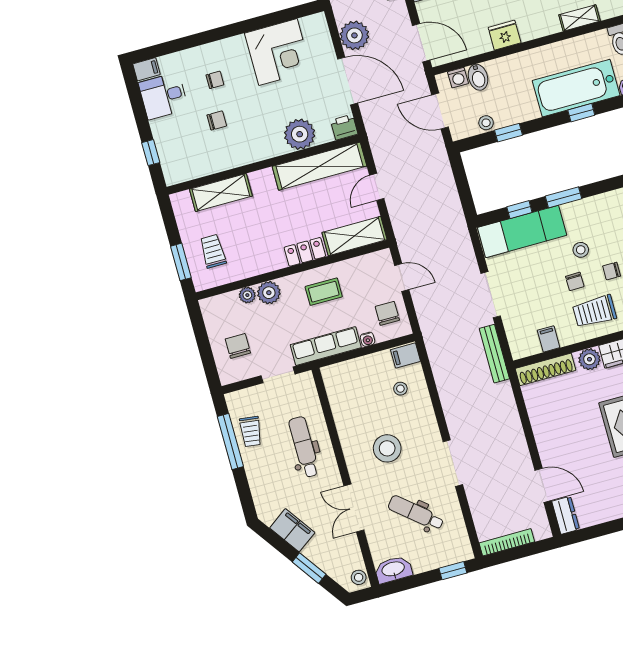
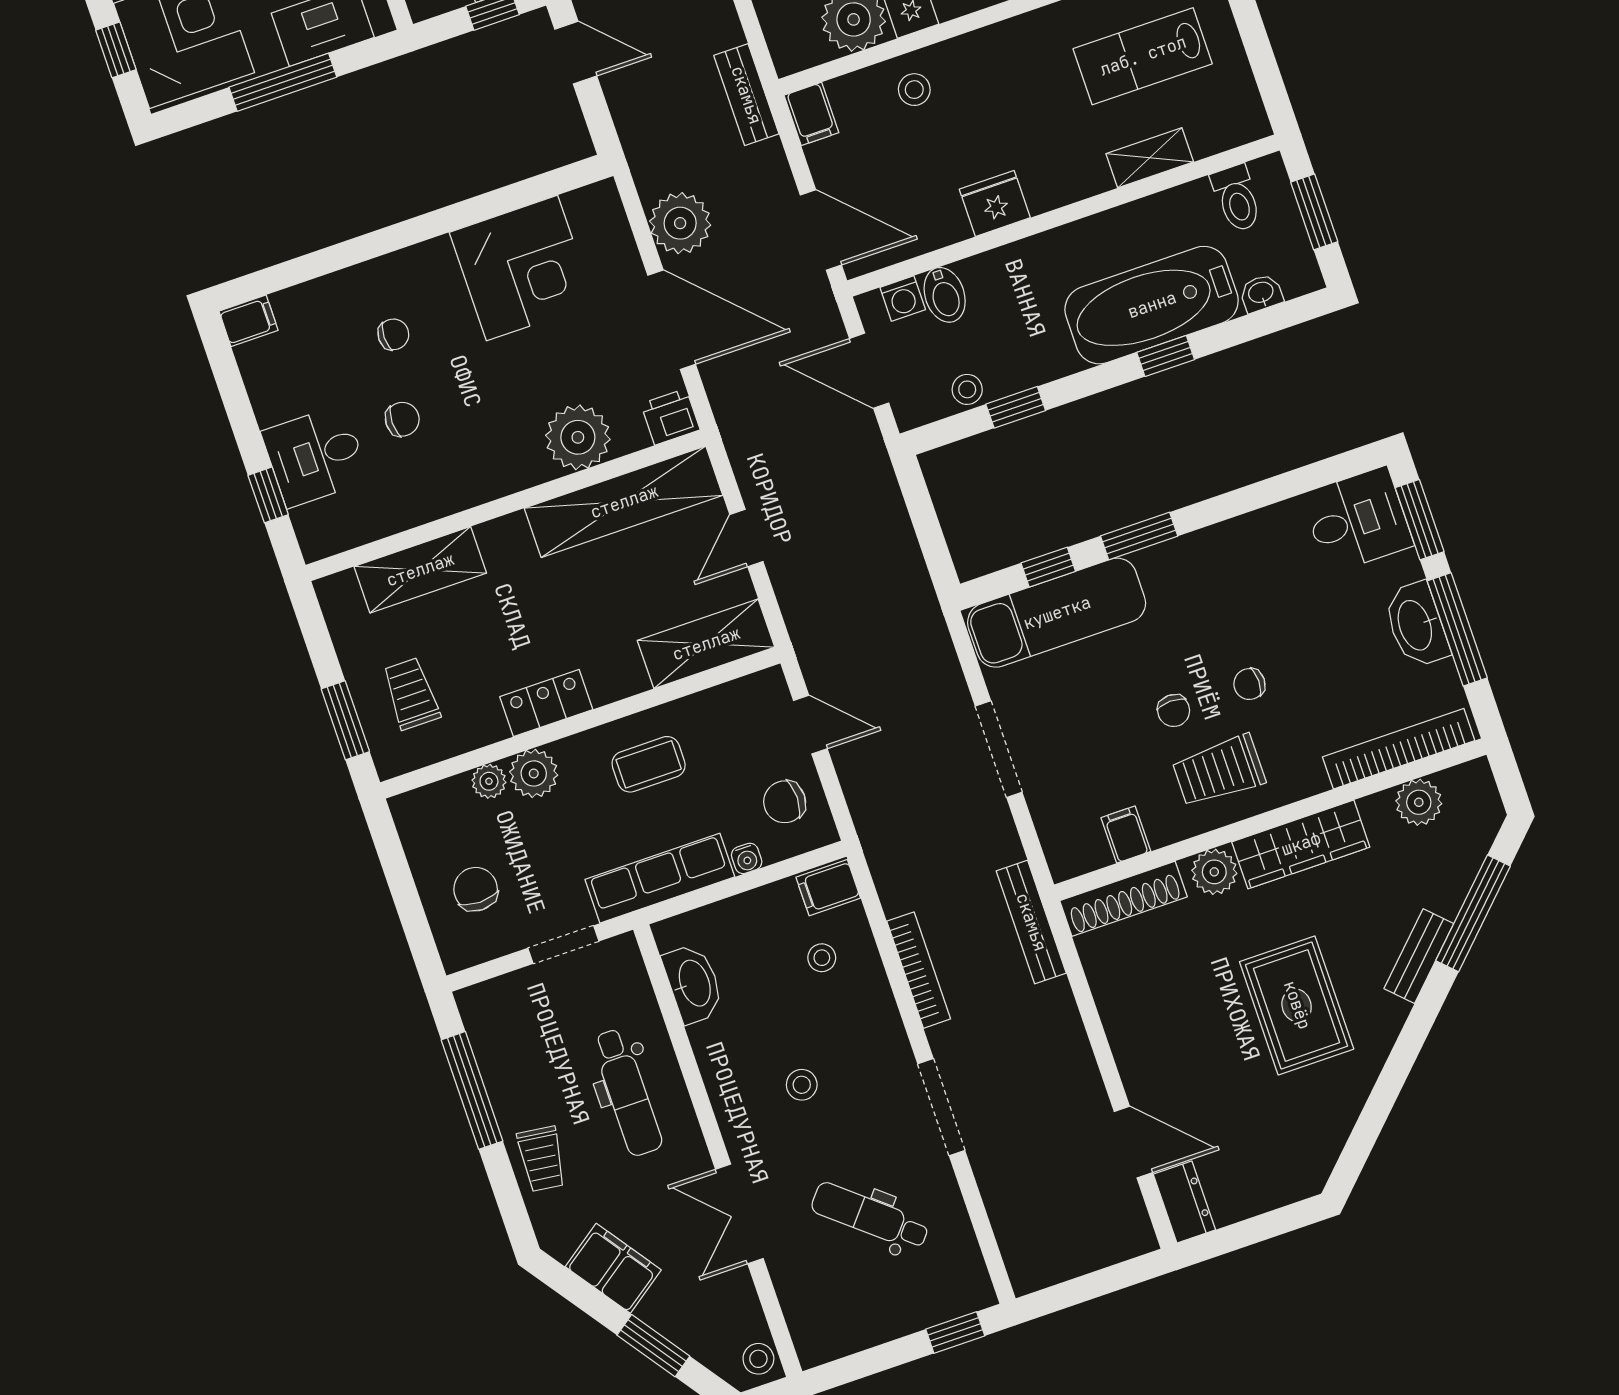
desk: (163, 96) -> (315, 456), moved
stool: (581, 250) -> (1182, 644), removed
locker: (305, 252) -> (546, 703), moved
chair: (387, 313) -> (785, 802), turned -90
bench: (494, 354) -> (1031, 922), moved
trolley: (251, 432) -> (542, 1159), moved
dental chair: (304, 447) -> (627, 1092), turned 180
stool: (387, 448) -> (802, 1085), width x0.53, depth x0.53
bookcase: (507, 542) -> (919, 970), moved, turned 90
washbasin: (393, 569) -> (693, 984), moved, turned 90

